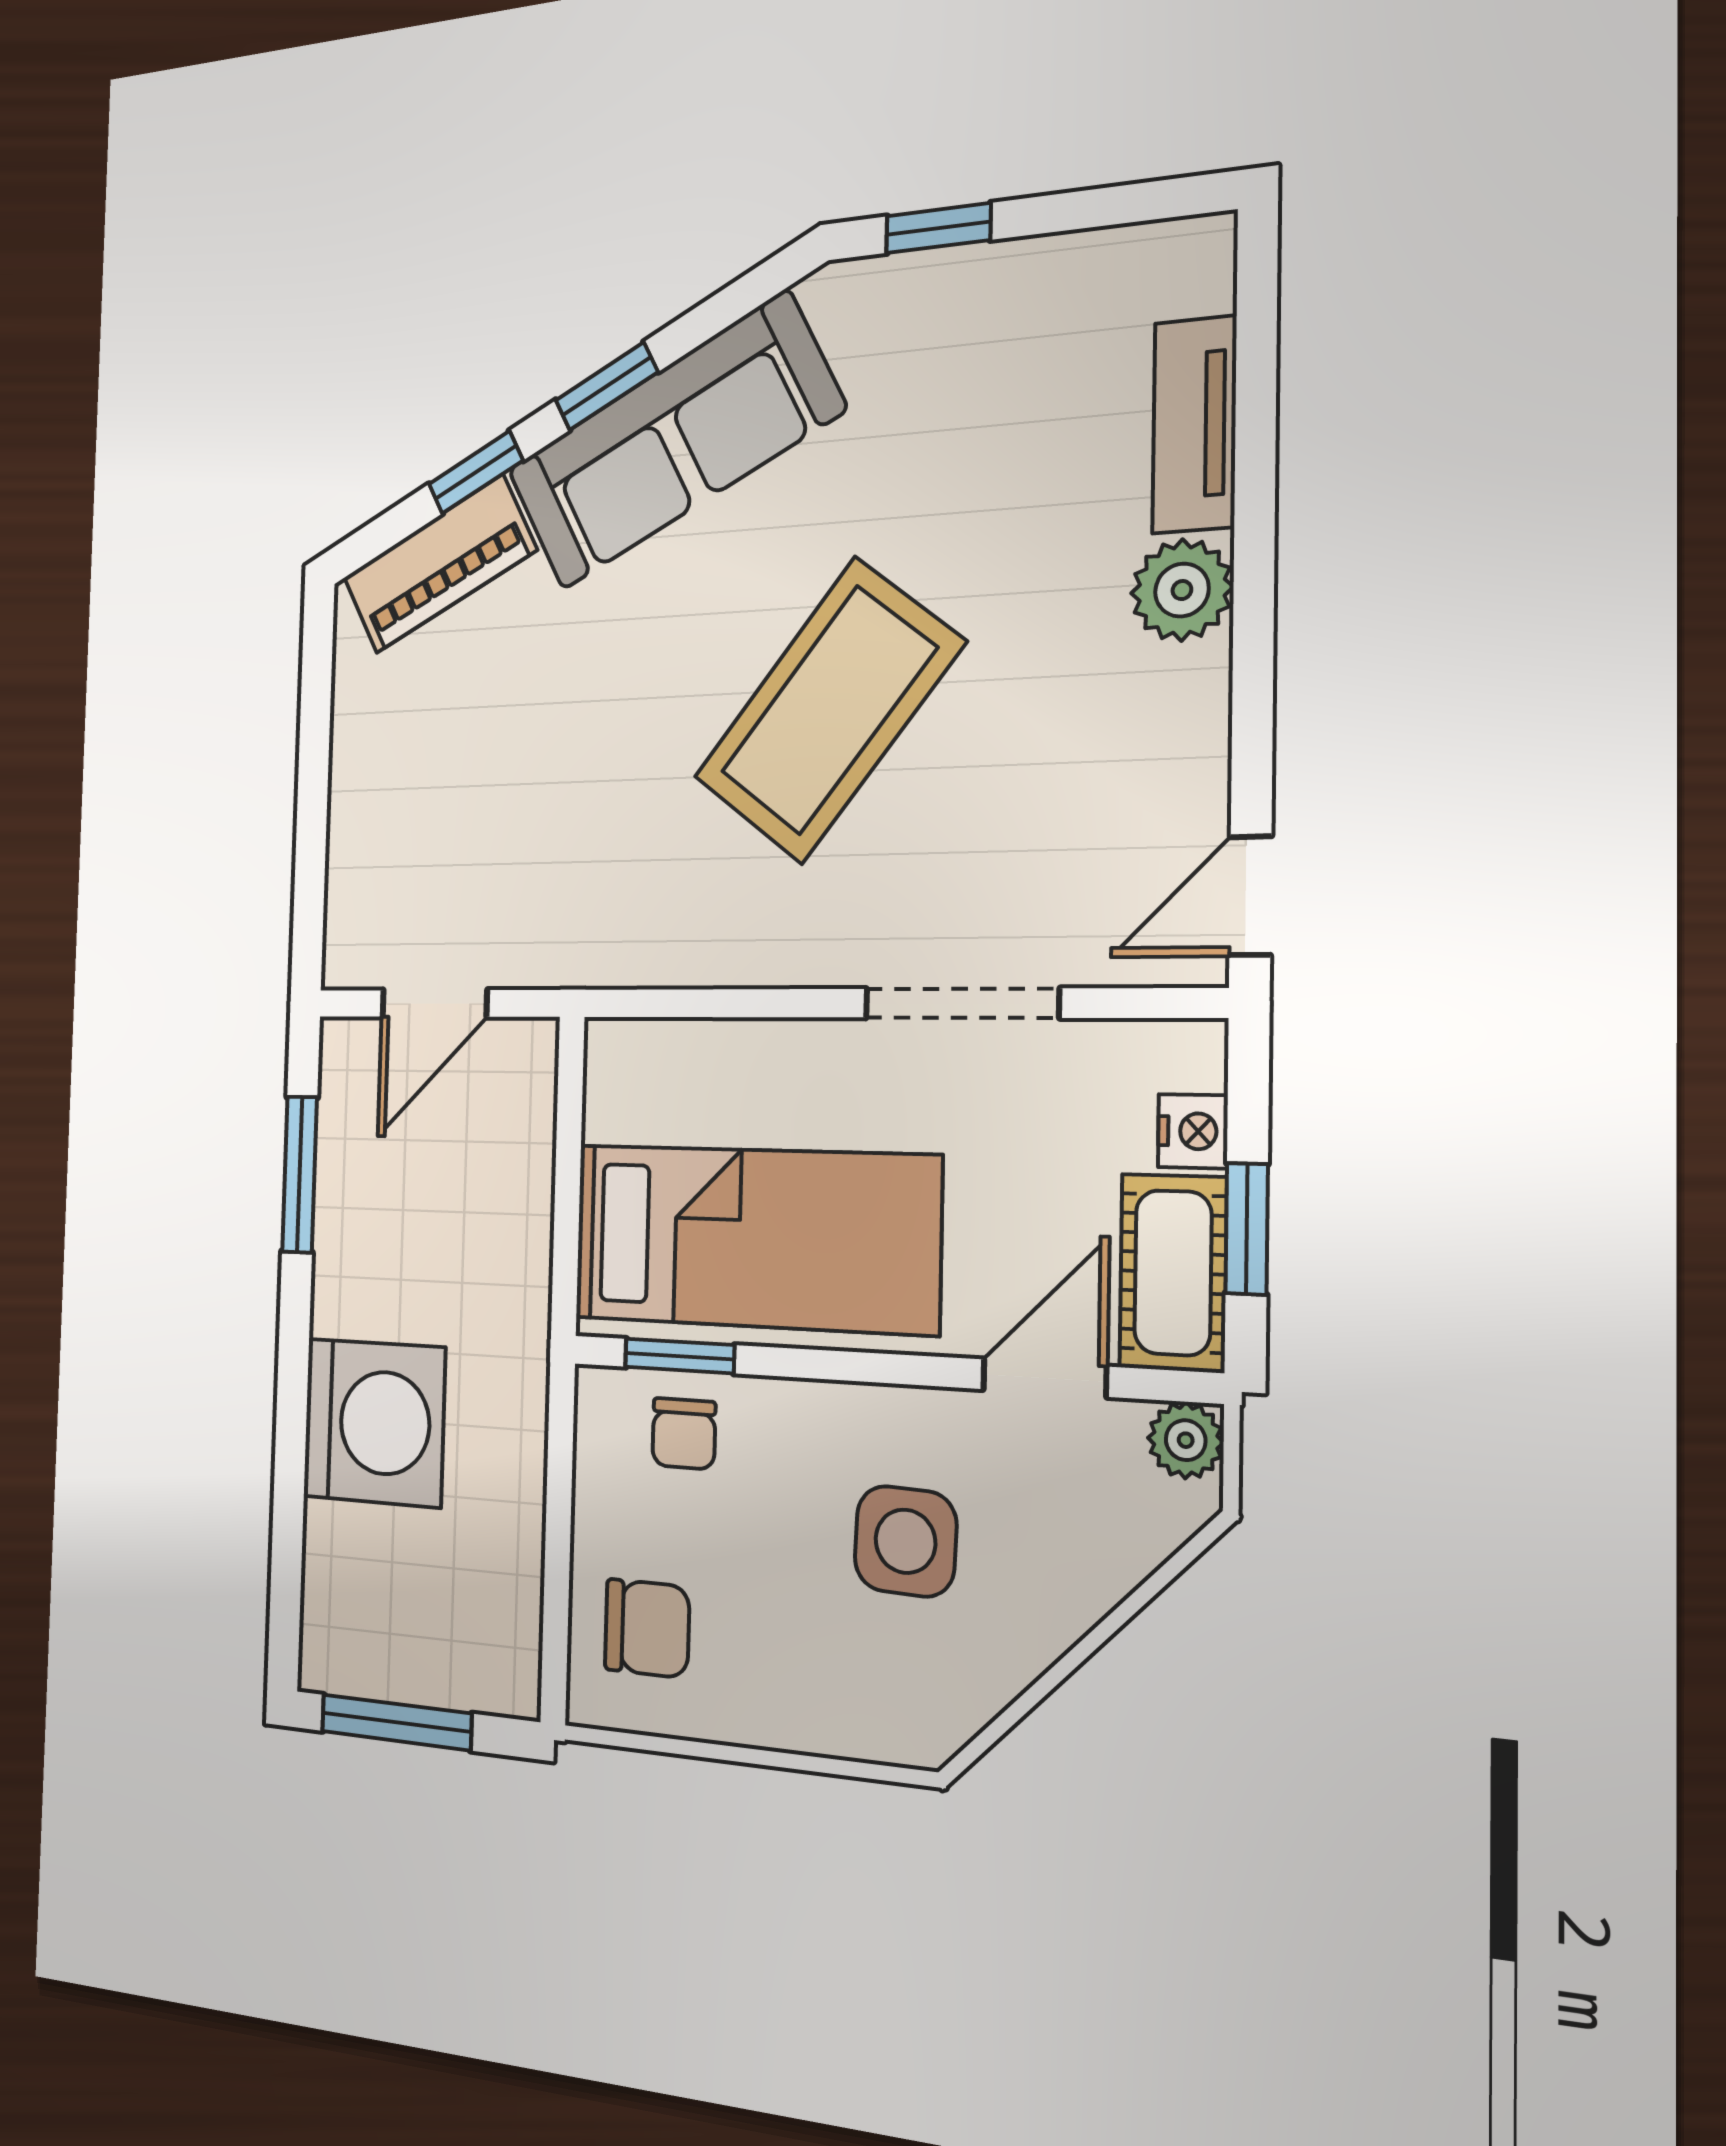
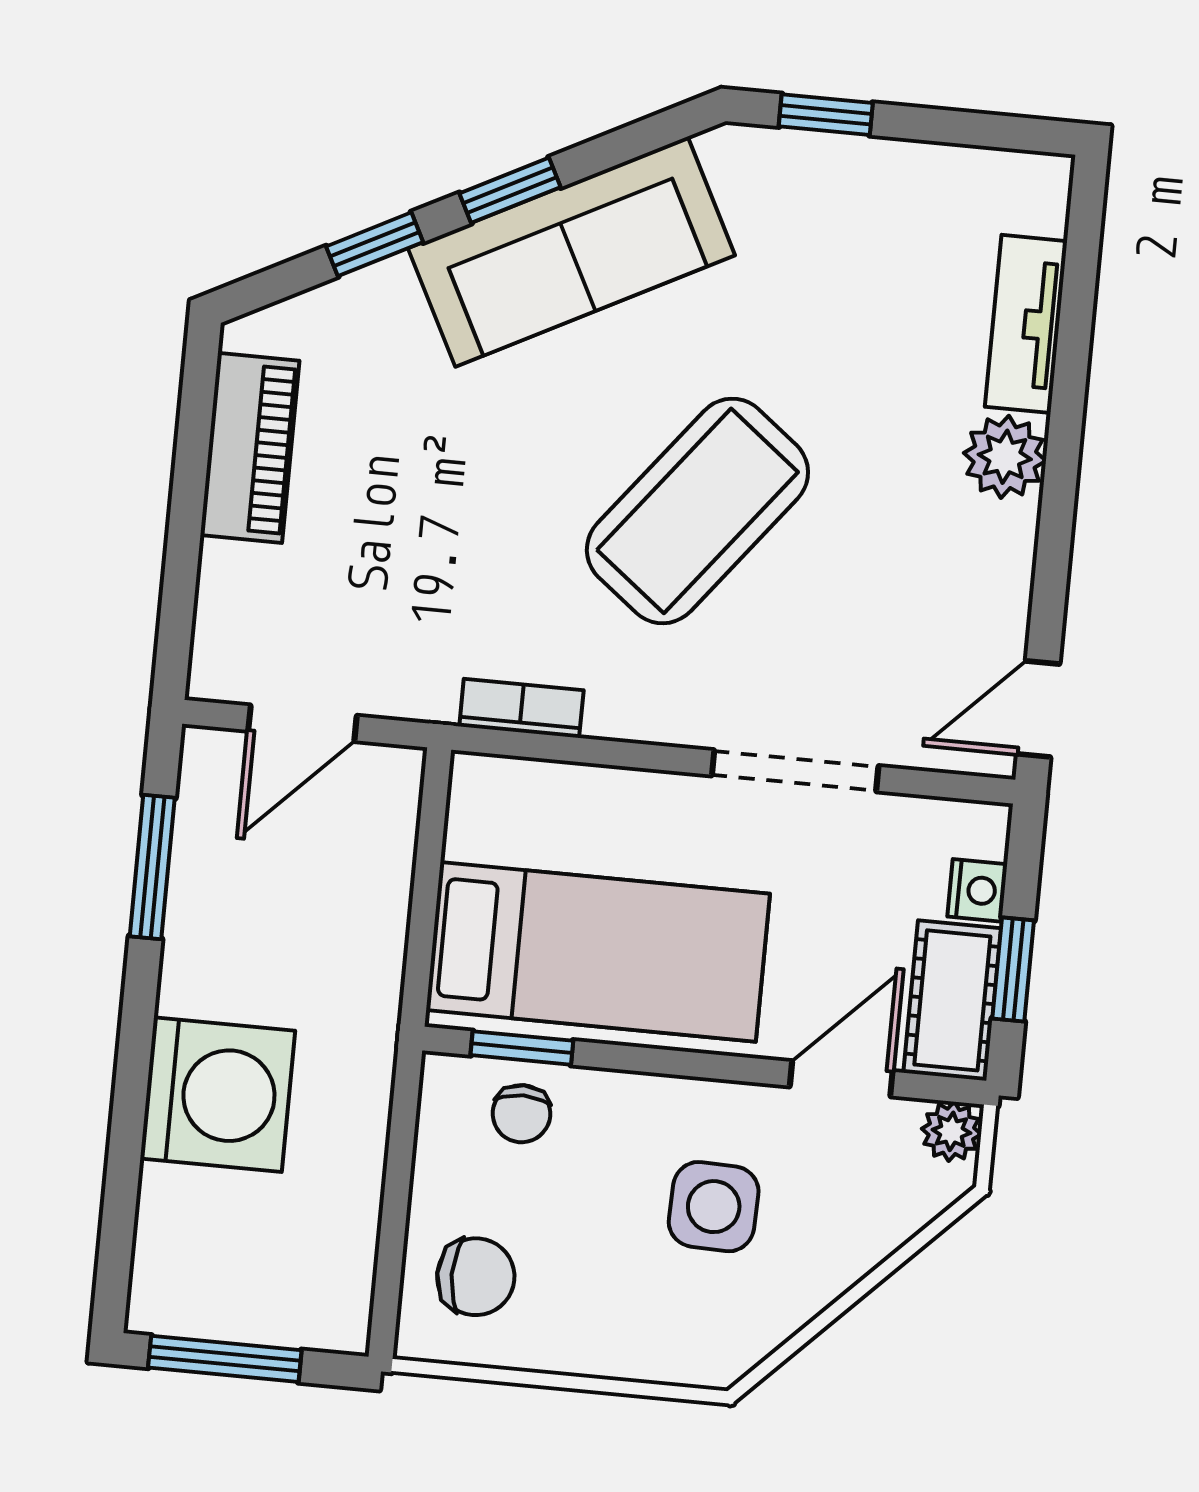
piano: (439, 564) -> (250, 448), moved, turned -63
bookcase: (654, 962) -> (521, 708), added

